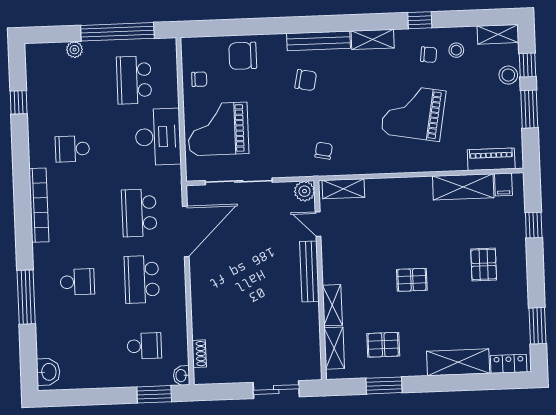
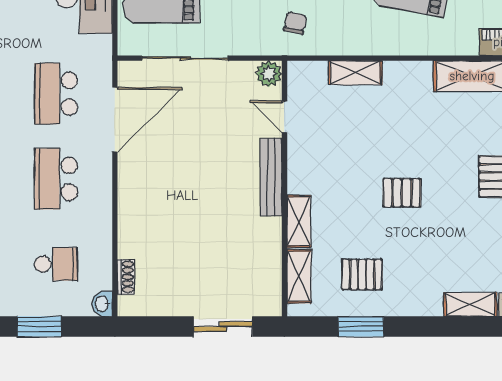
shelving: (343, 189) -> (355, 73), moved
shelving: (458, 362) -> (470, 305), width x0.67, depth x0.75
window: (154, 394) -> (39, 327), moved

